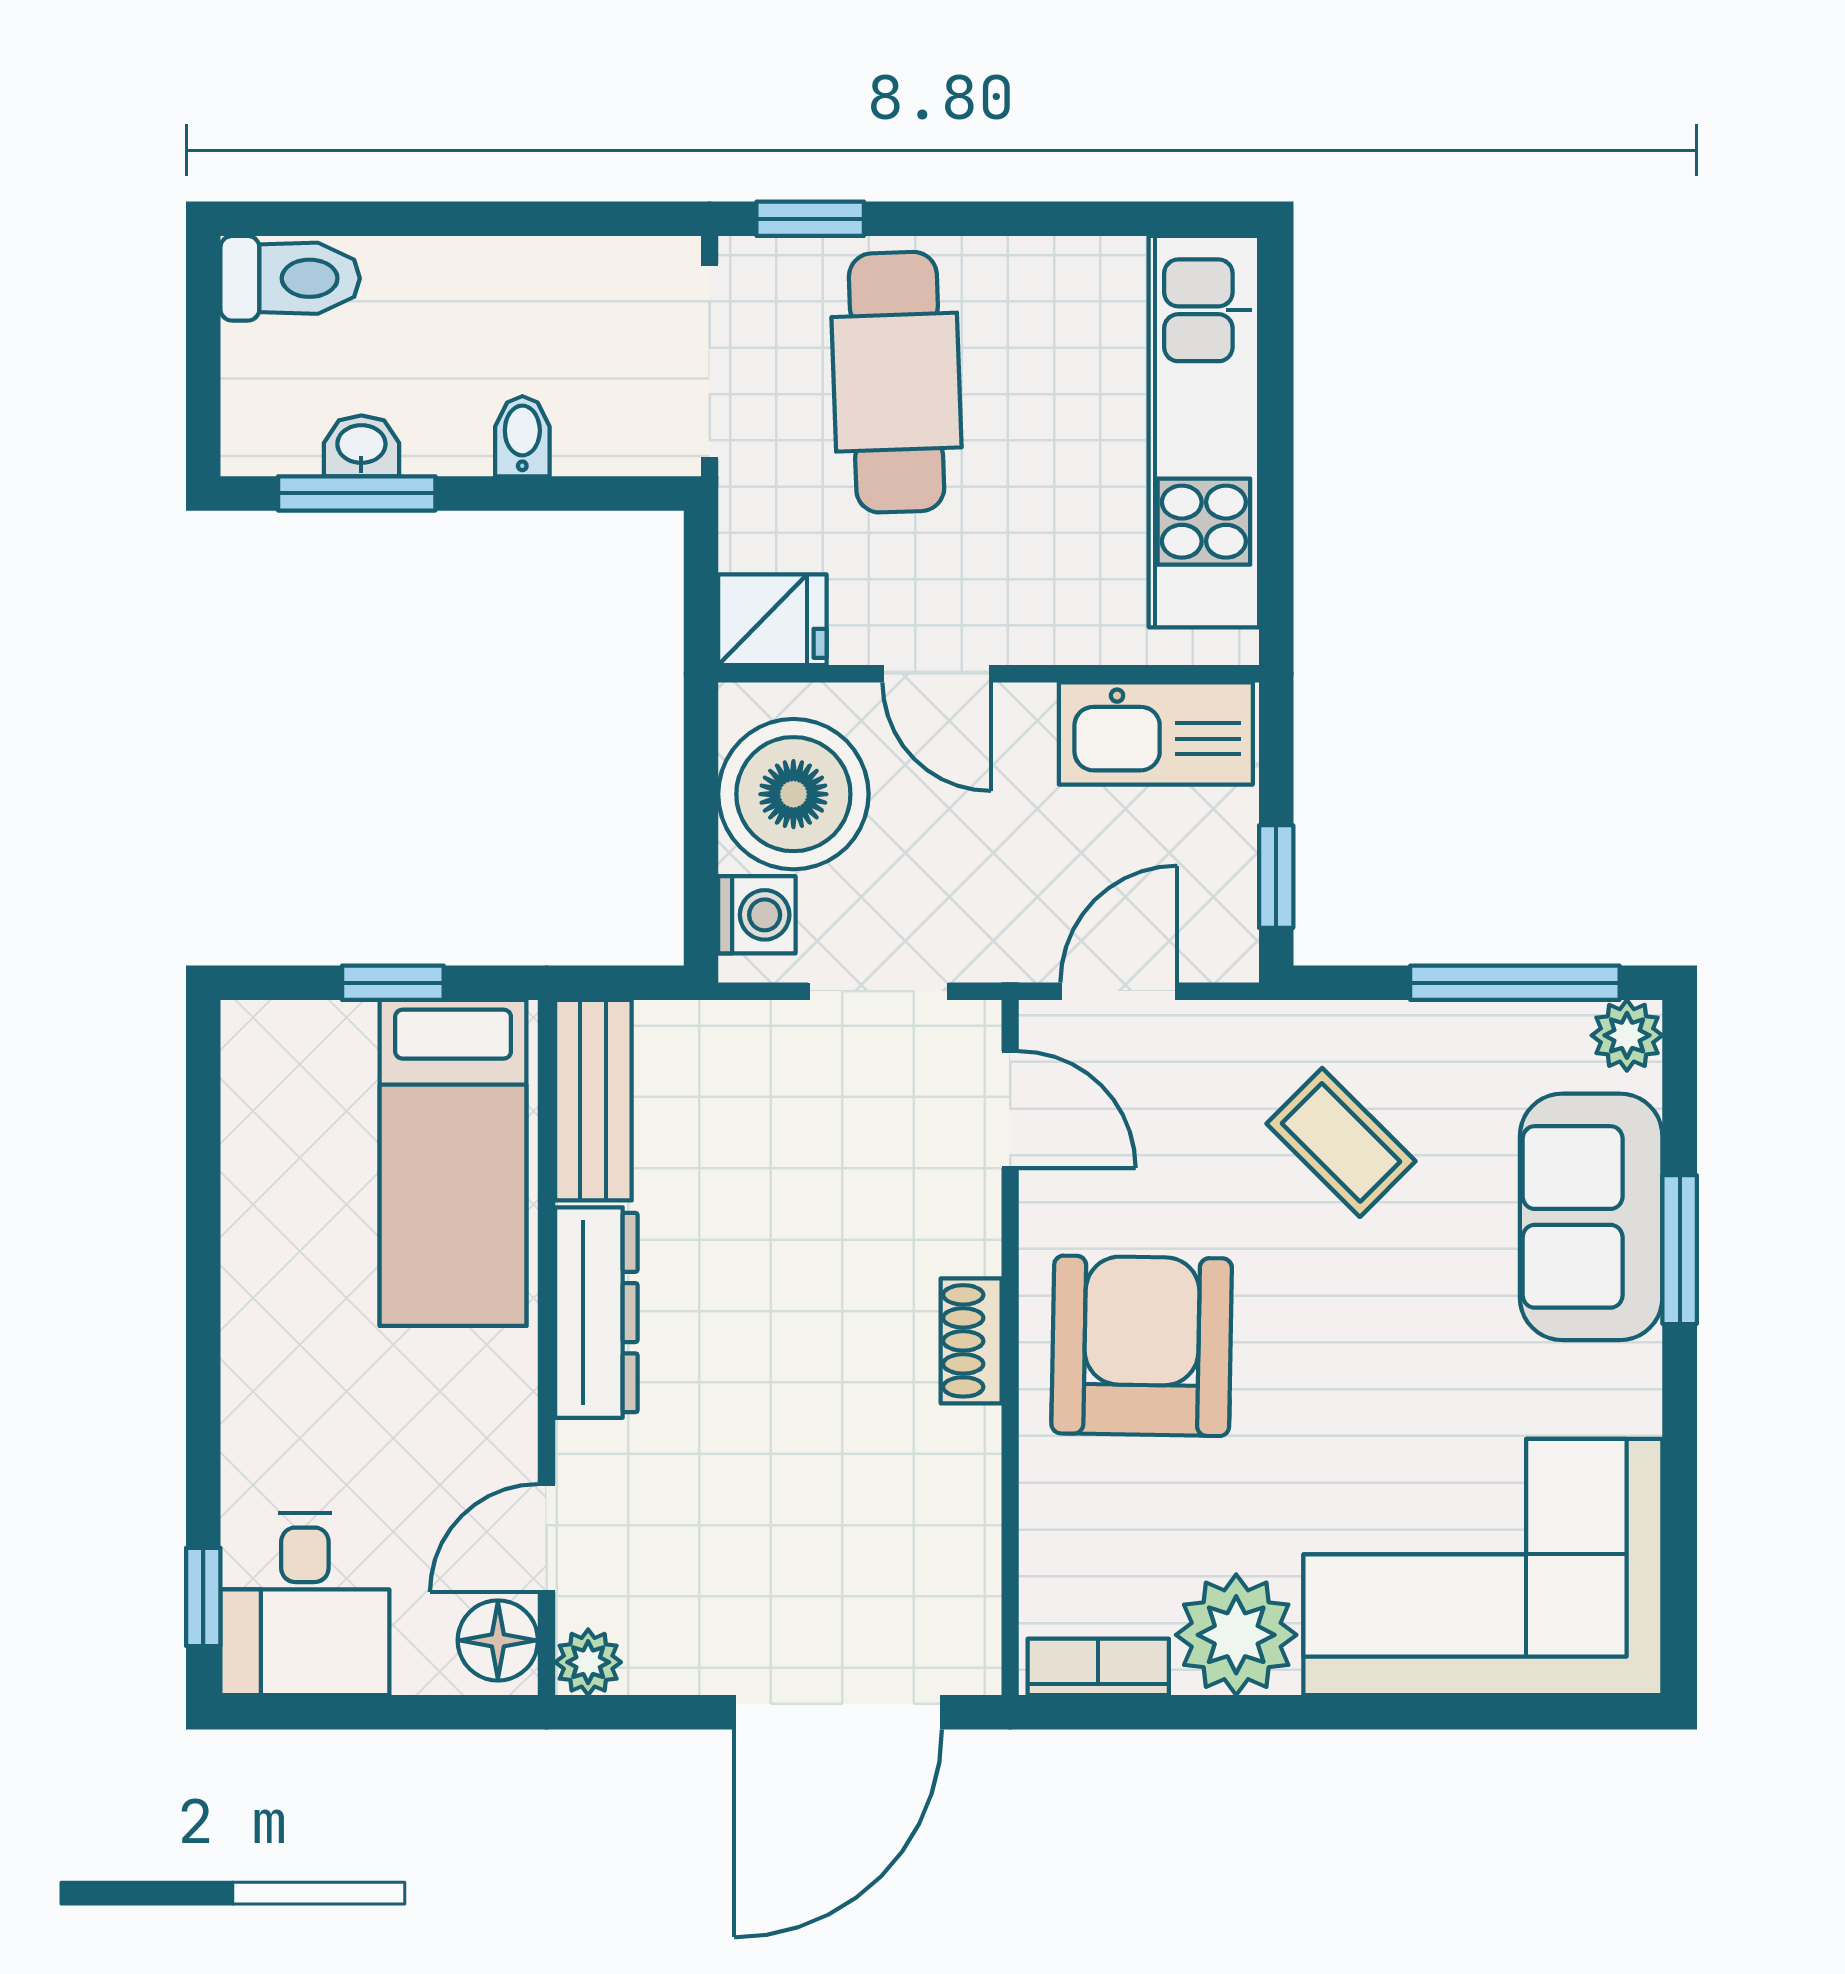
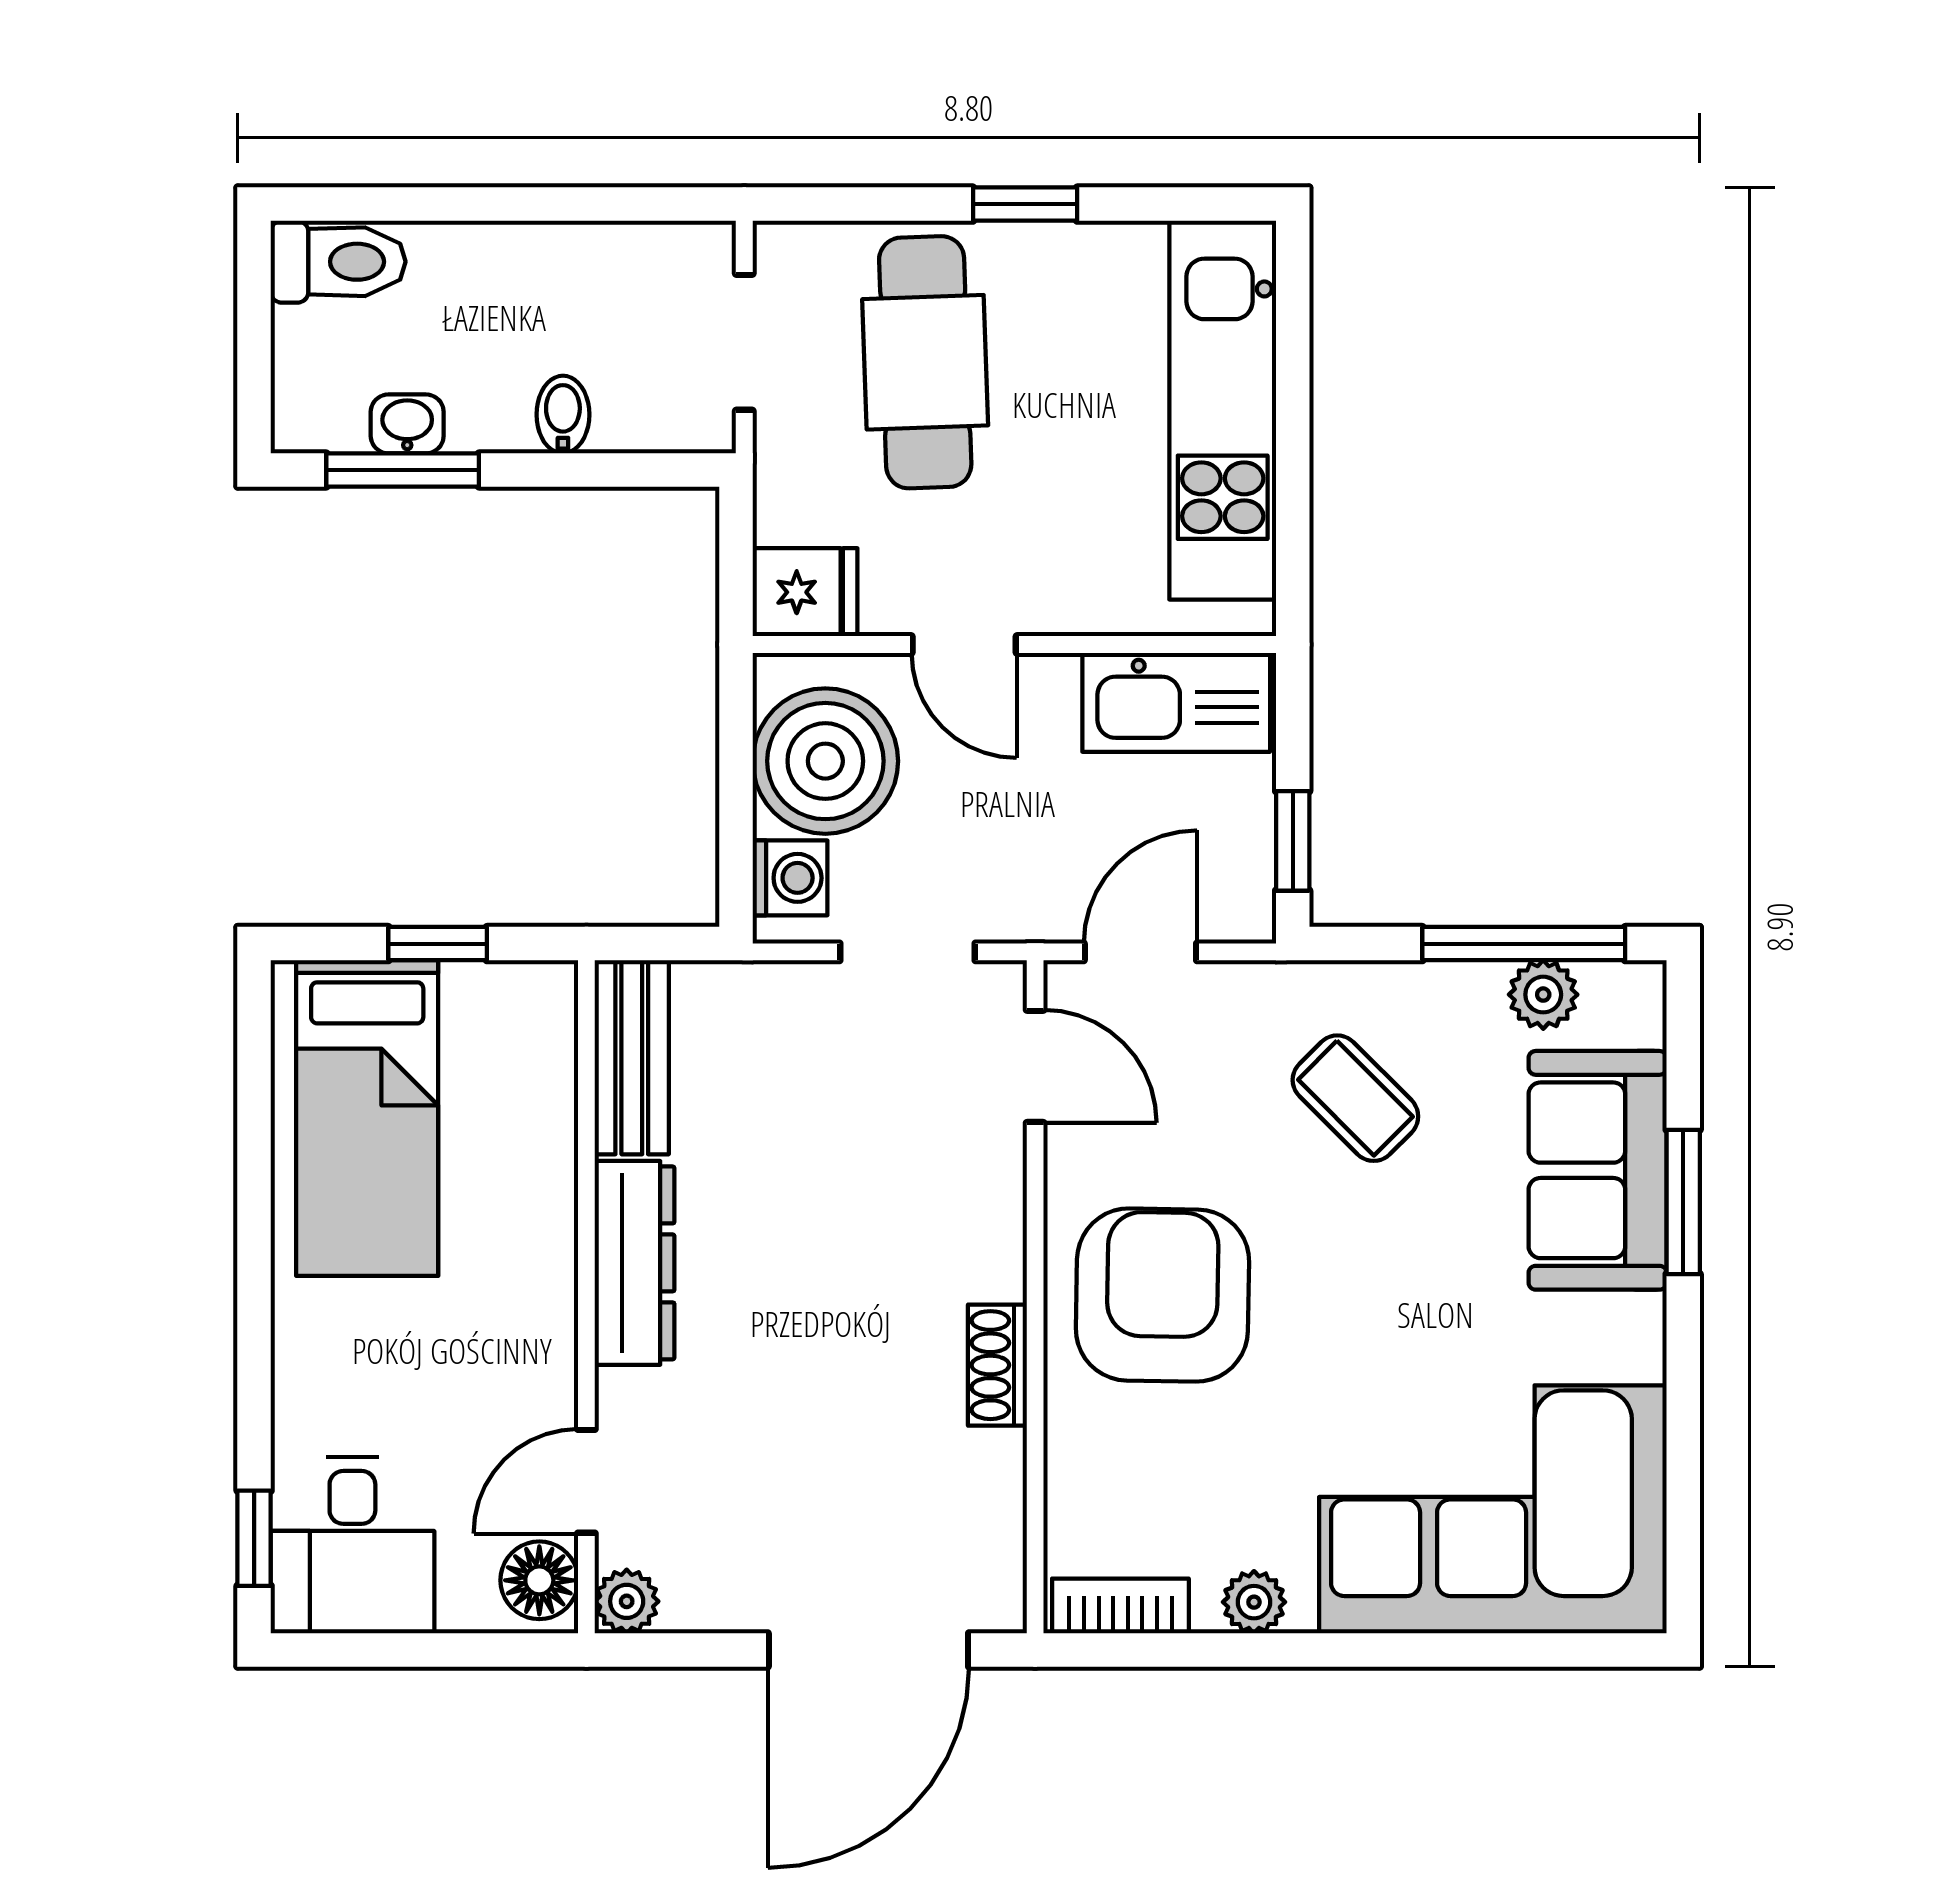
window: (810, 219) -> (1025, 204), moved
doorway: (710, 362) -> (744, 342), width x0.73
plant: (1627, 1035) -> (1543, 995), moved
bed: (453, 1163) -> (367, 1118), moved
shoe rack: (971, 1341) -> (997, 1365), moved
plant: (1236, 1635) -> (1254, 1602), width x0.53, depth x0.53

